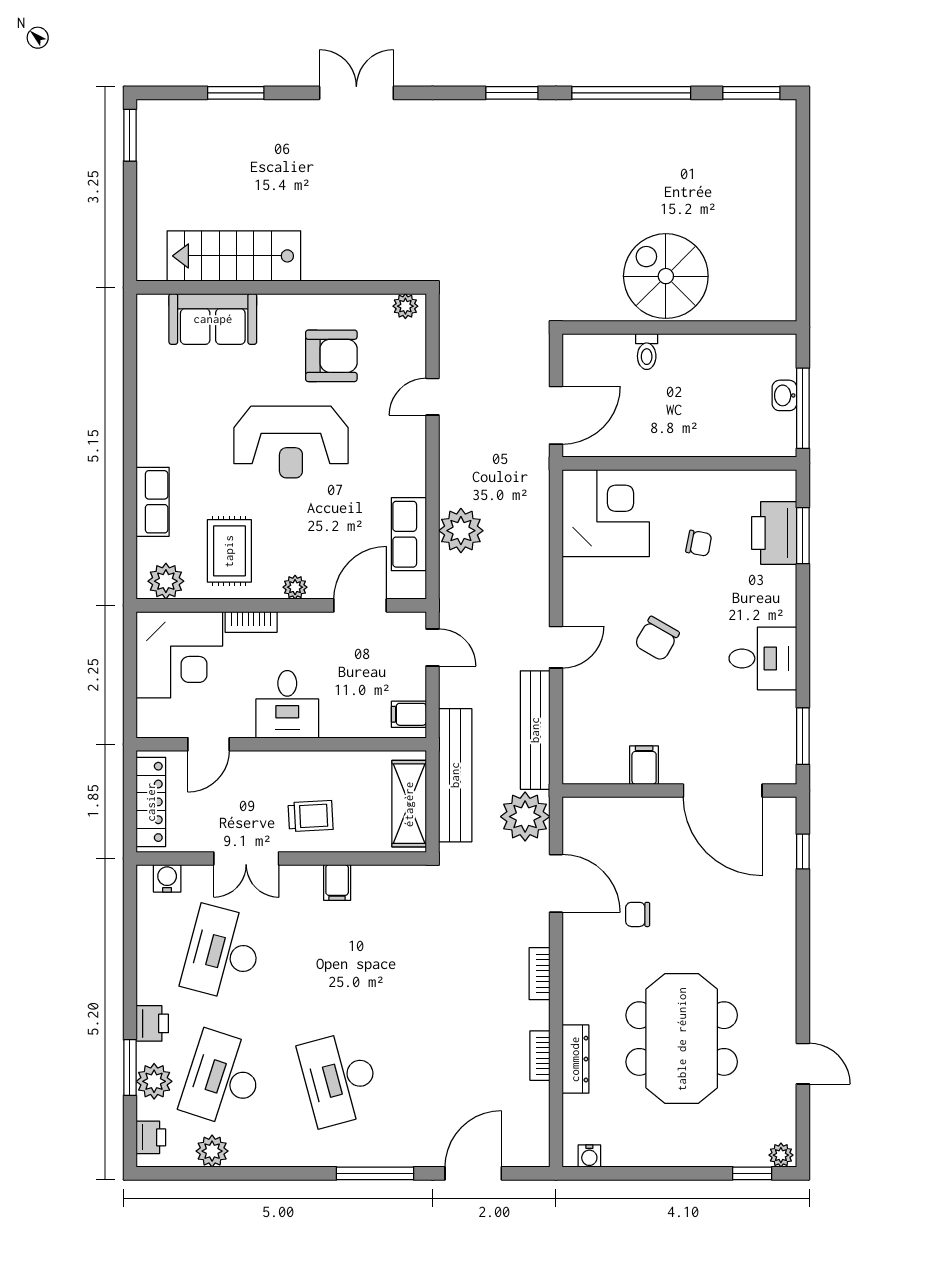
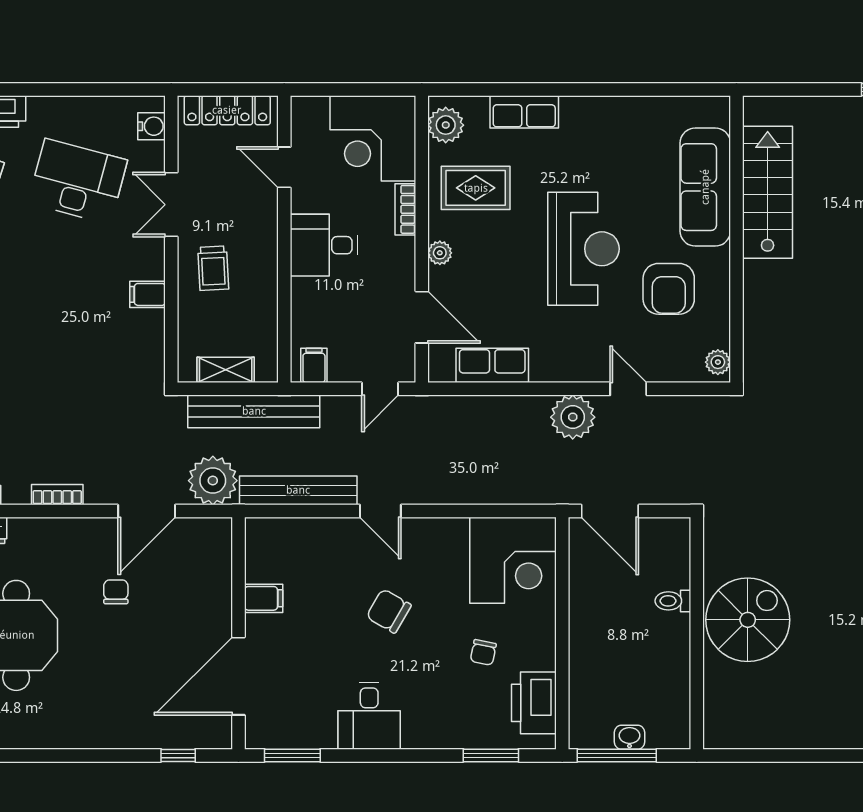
sofa: (213, 319) -> (705, 187), width x1.36
reception desk: (291, 442) -> (583, 249), turned 180
plant: (461, 531) -> (573, 417), moved
printer: (774, 533) -> (534, 703), moved, turned -90
shelving: (409, 804) -> (226, 370), width x0.67, depth x0.75

